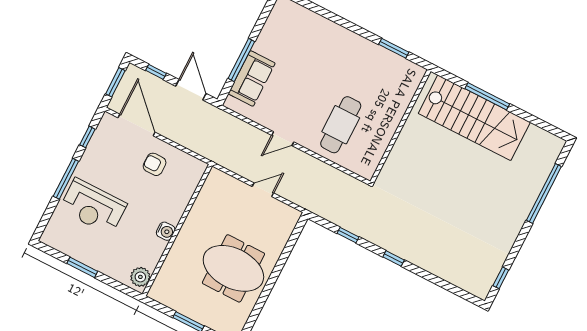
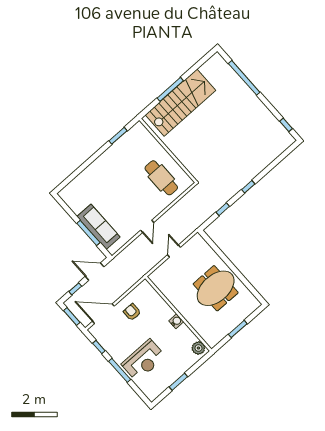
sofa: (252, 78) -> (98, 227), width x1.36
cafe table: (341, 125) -> (161, 178), moved
armchair: (155, 164) -> (132, 312), turned 90

